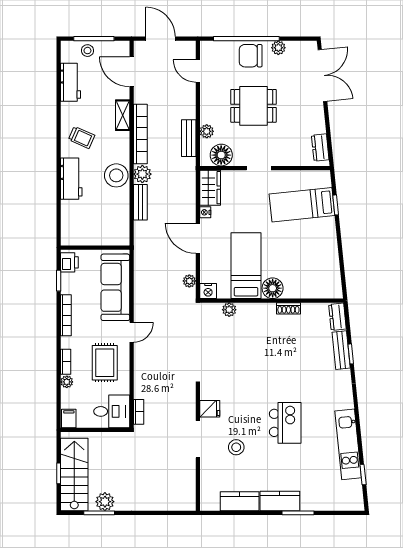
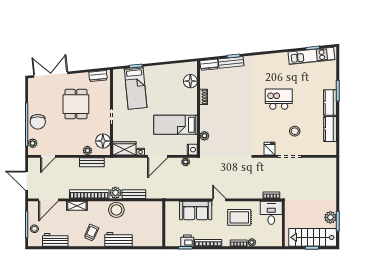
door: (161, 39) -> (27, 181), hinge flipped
plant: (278, 48) -> (33, 143), moved
dining table: (253, 106) -> (76, 104), moved
printer: (69, 262) -> (187, 241), moved
sofa: (115, 287) -> (196, 210), width x0.73
floor lamp: (273, 288) -> (190, 81), moved
filing cabinet: (69, 419) -> (276, 241), removed
kitchen unit: (348, 444) -> (311, 56), moved

